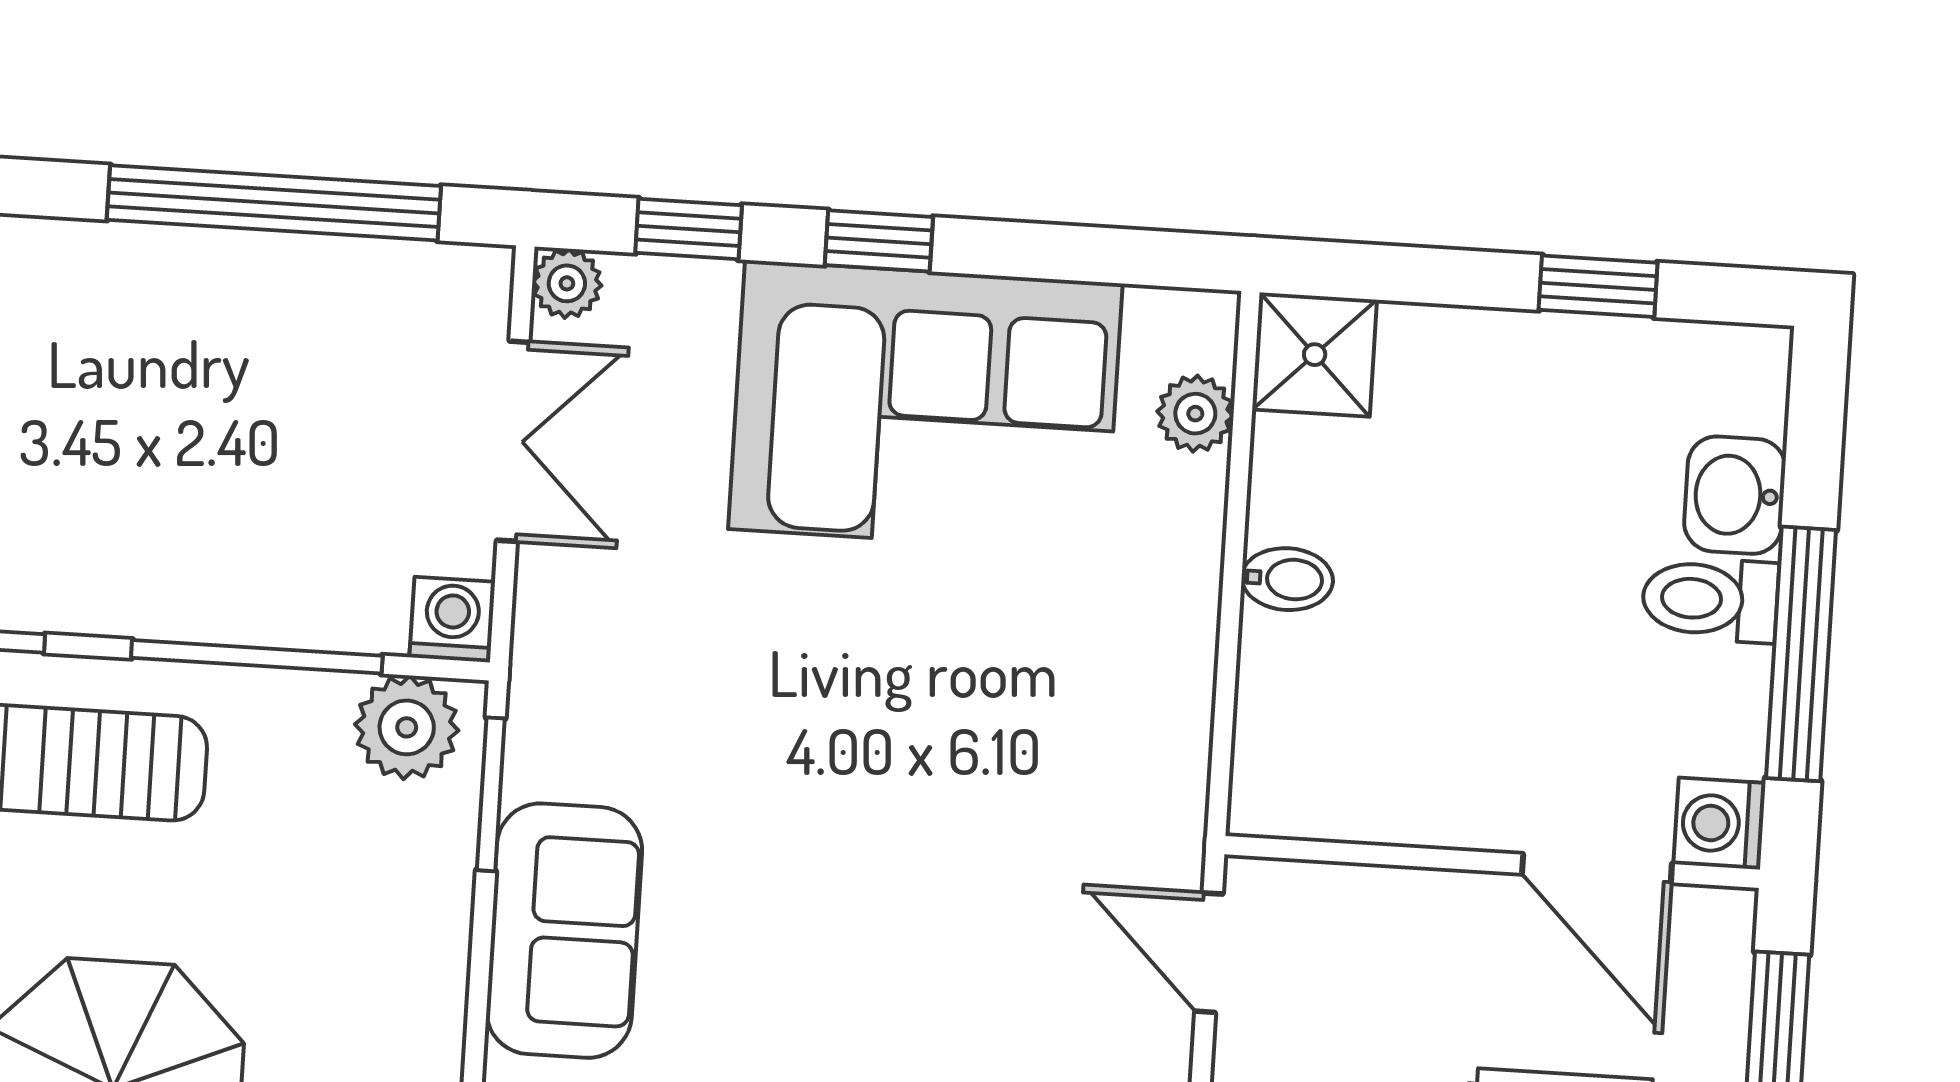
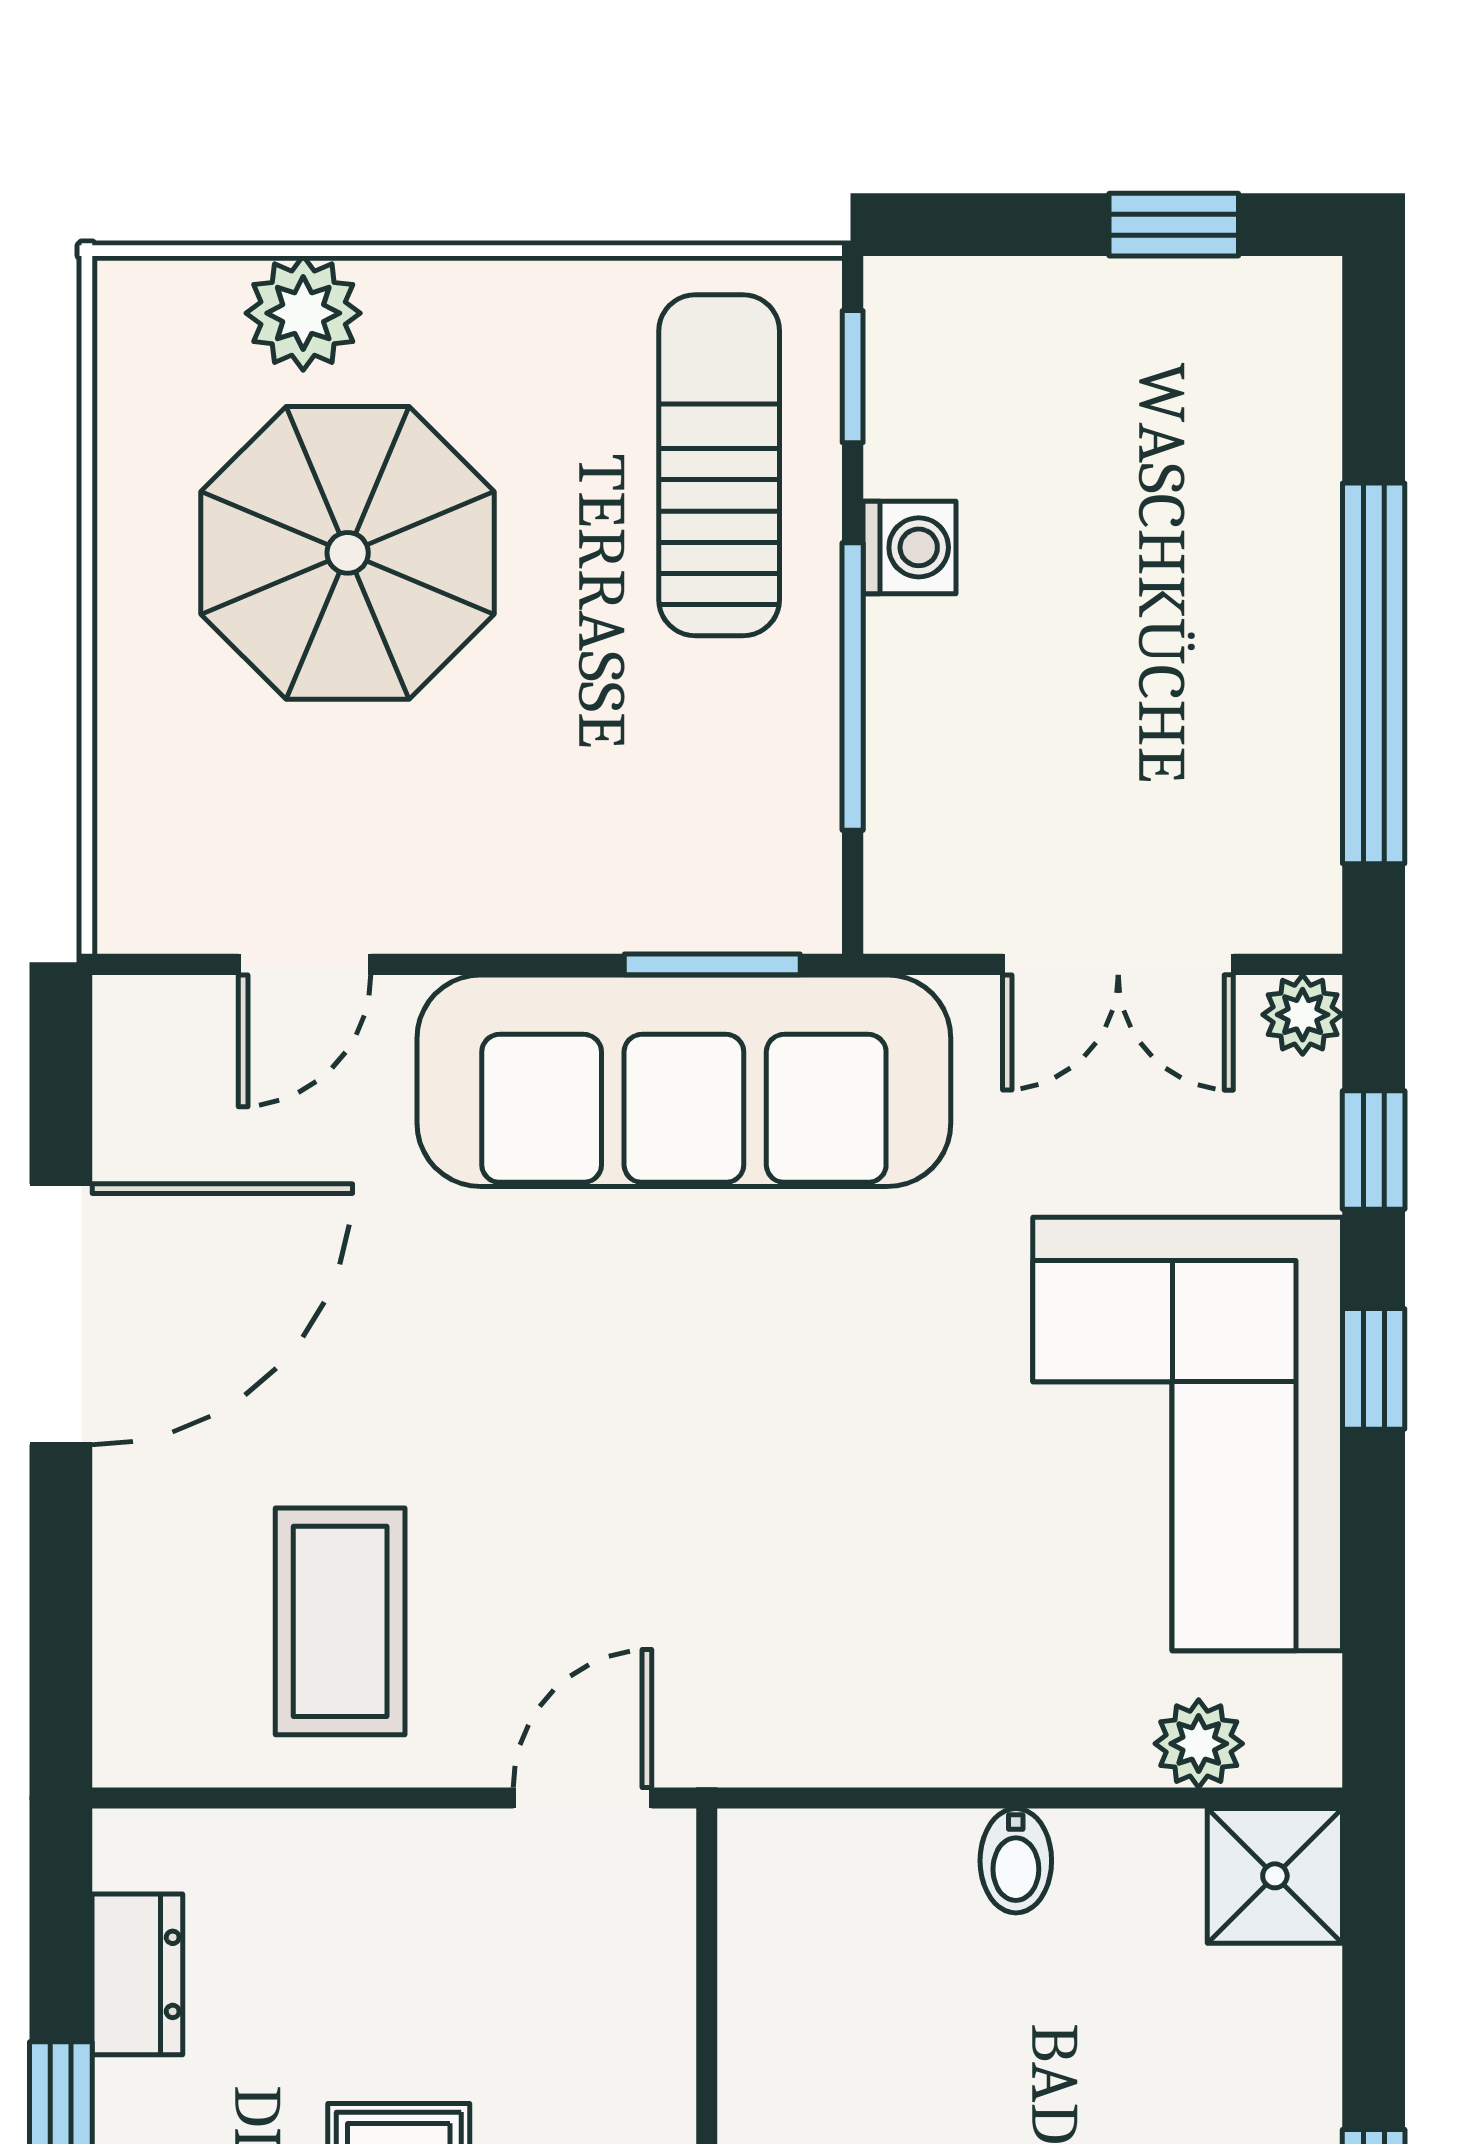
washing machine: (452, 620) -> (909, 547), moved
plant: (407, 727) -> (783, 863), removed
sofa: (564, 931) -> (684, 1081), width x1.85, depth x1.27

